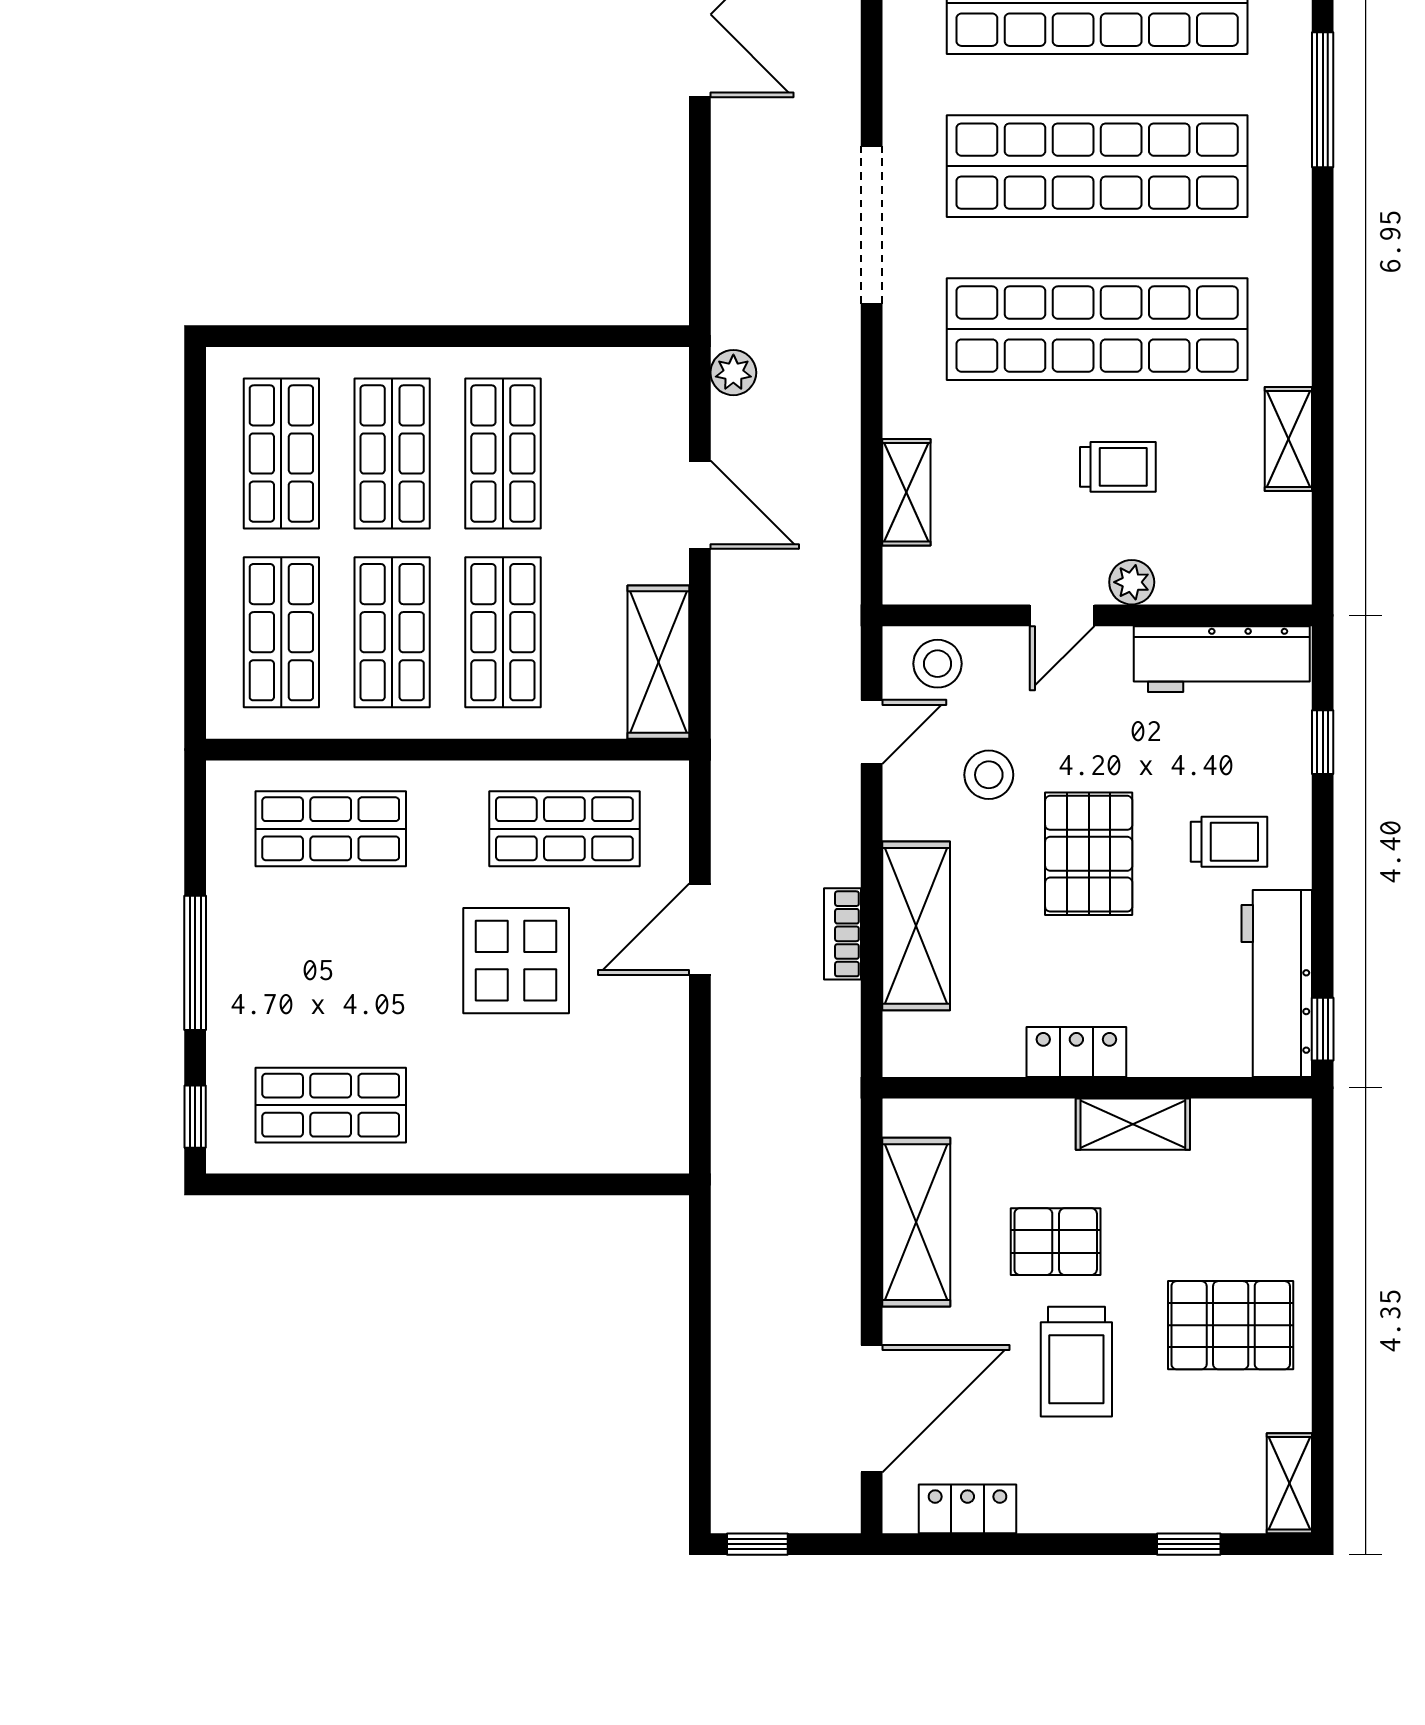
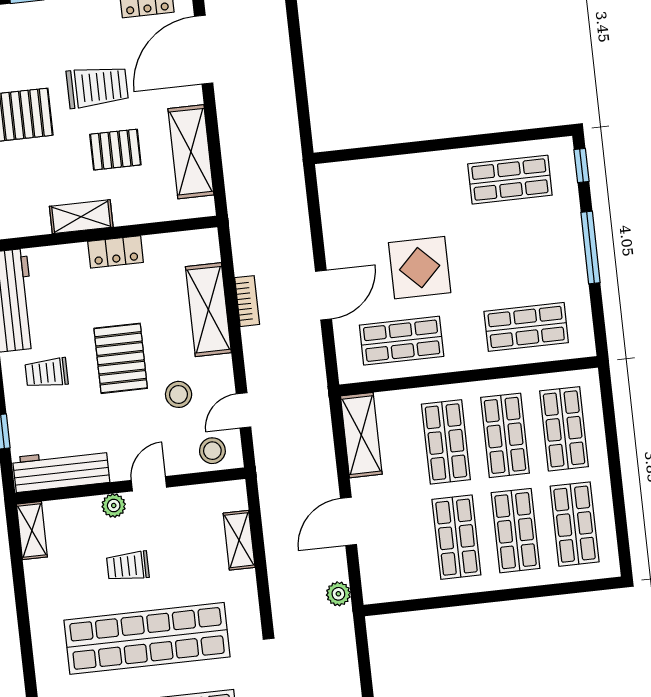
shelving: (1288, 439) -> (32, 531), moved
door: (700, 505) -> (348, 521), hinge flipped
trolley: (1076, 1362) -> (97, 87), turned 90

